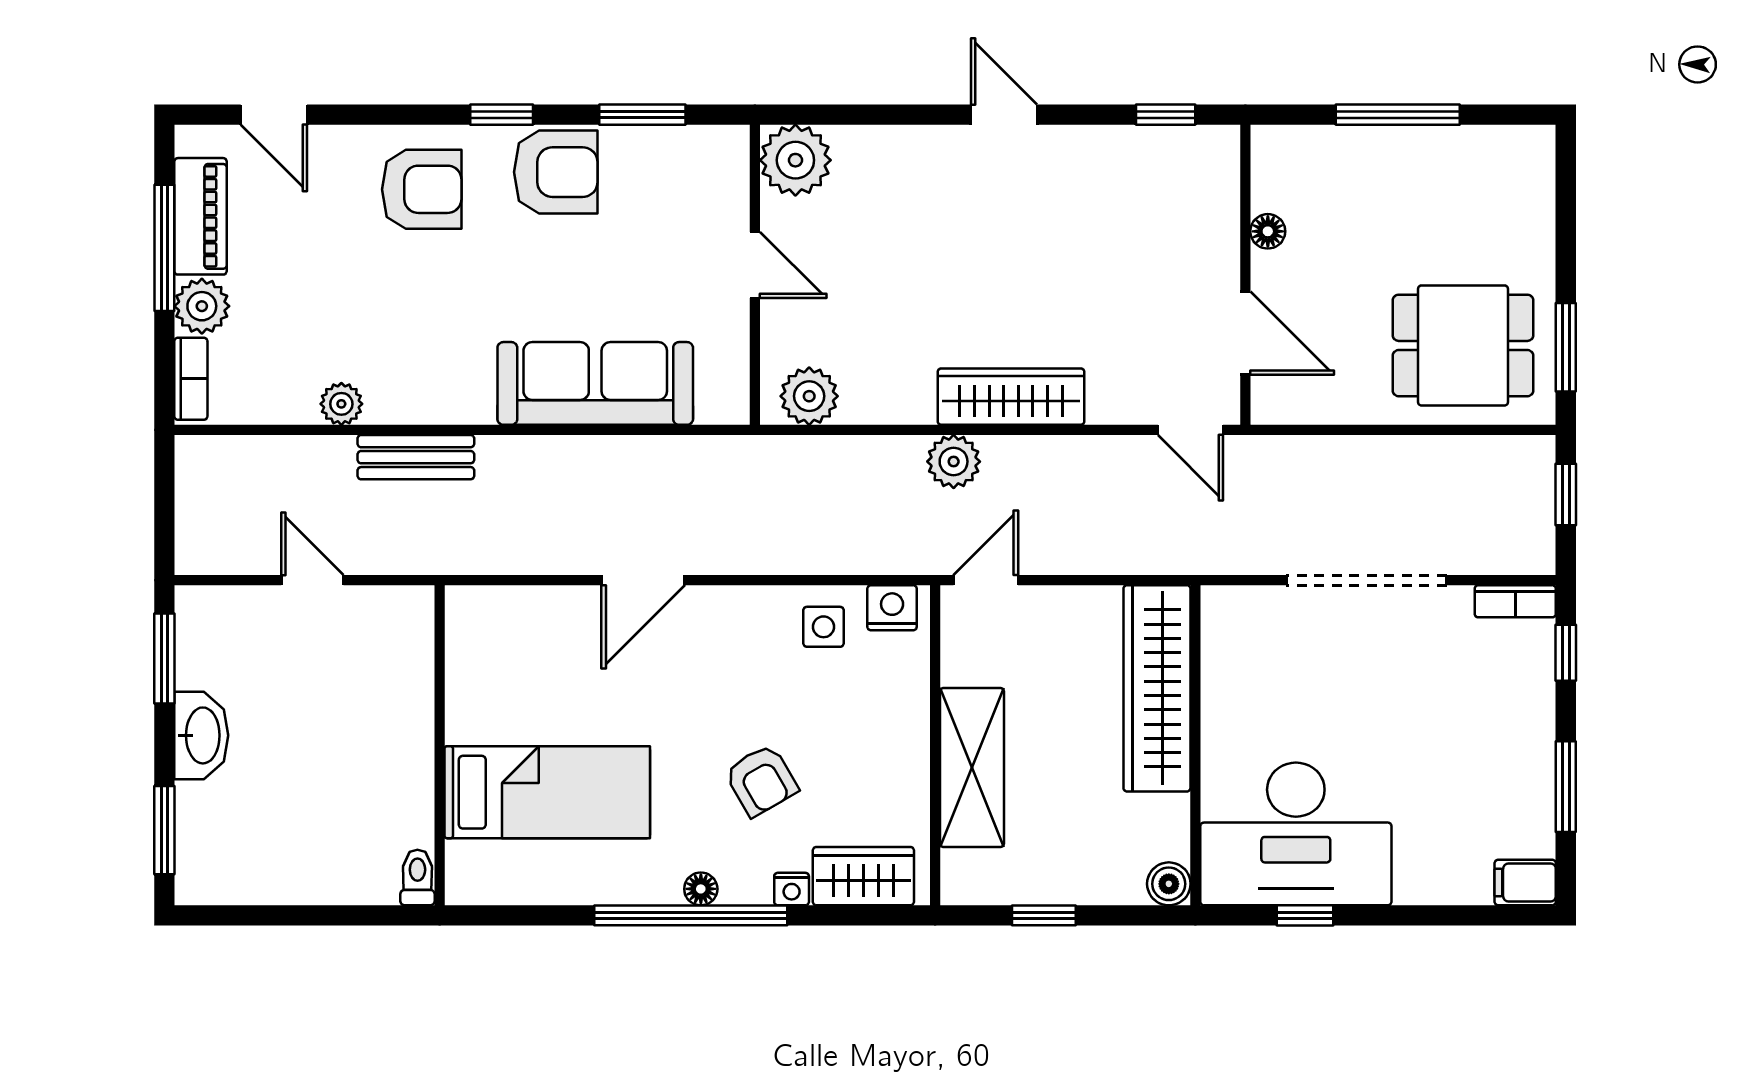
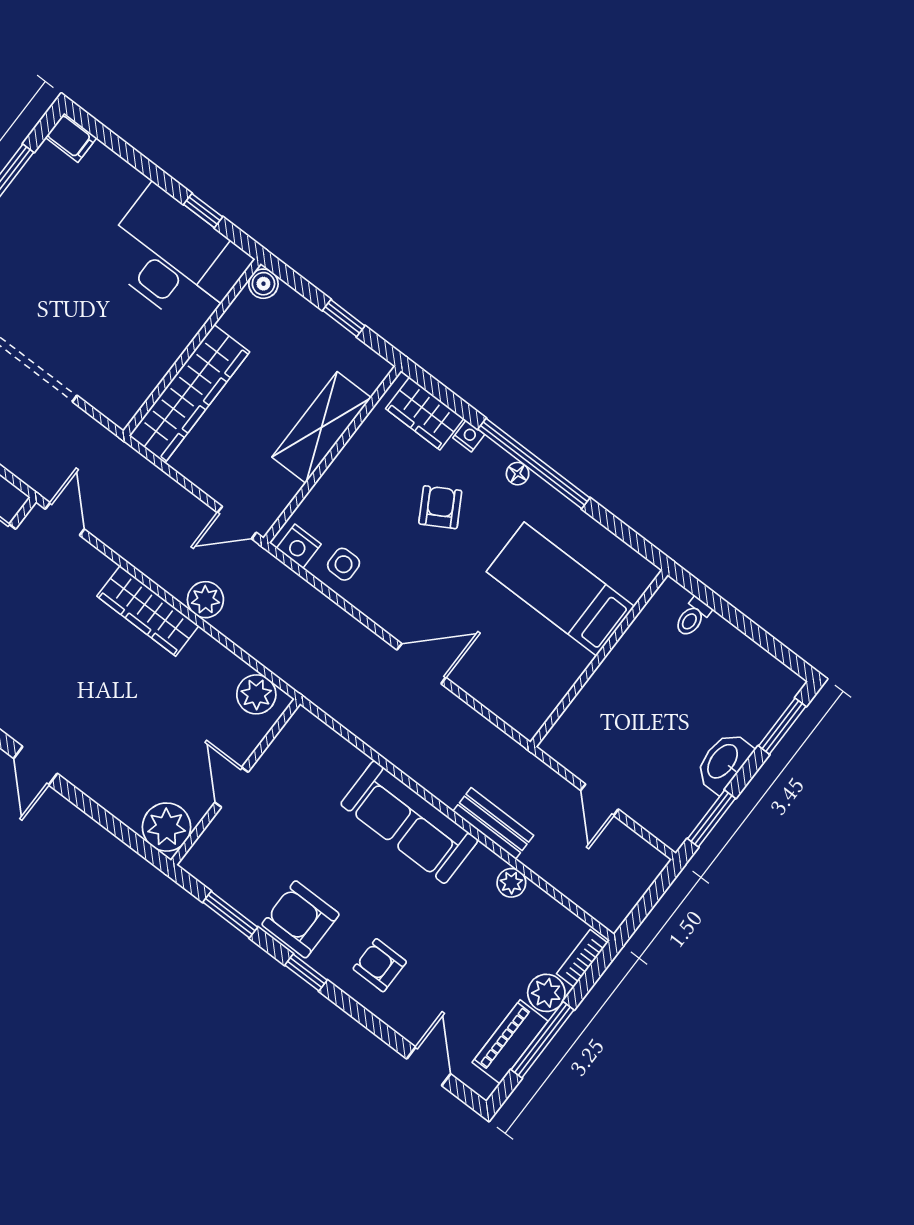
armchair: (422, 189) -> (380, 965), width x0.72, depth x0.72
sofa: (595, 383) -> (409, 822), moved
toilet: (417, 877) -> (693, 617), moved

